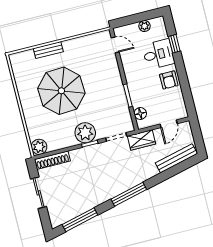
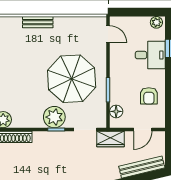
plant: (144, 26) -> (156, 22), moved
armchair: (169, 80) -> (149, 96), moved
parasol: (61, 91) -> (72, 79), moved

